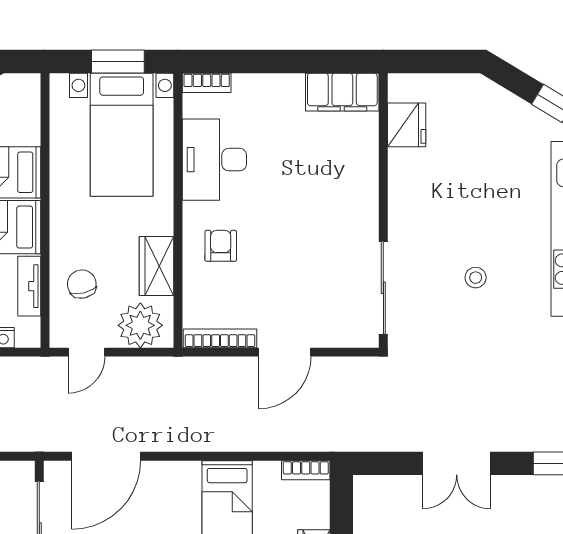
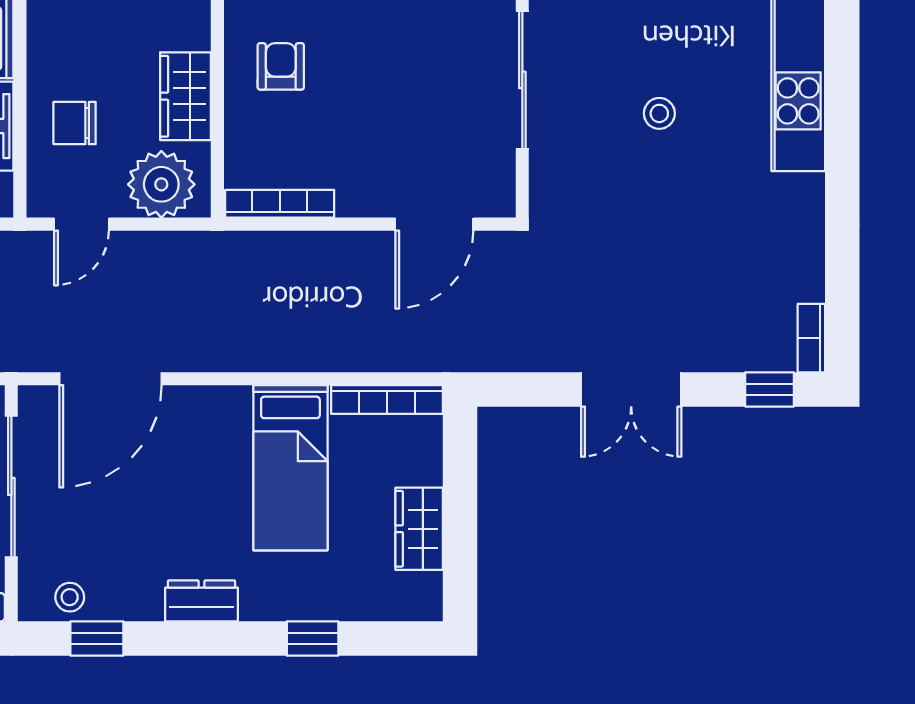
chair: (82, 284) -> (75, 123), turned -76
sliding door: (383, 288) -> (522, 80), moved
door: (285, 352) -> (434, 224), moved
bookcase: (306, 470) -> (387, 399), width x1.56

